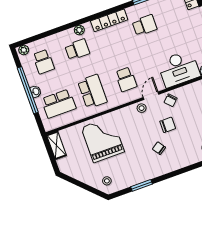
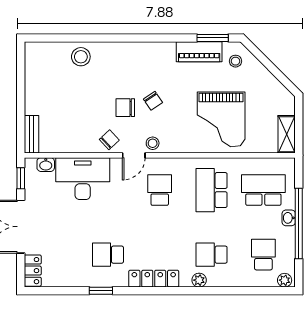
chair: (159, 148) -> (153, 101), moved
piano: (133, 178) -> (199, 52), added
window: (142, 185) -> (213, 38), moved

